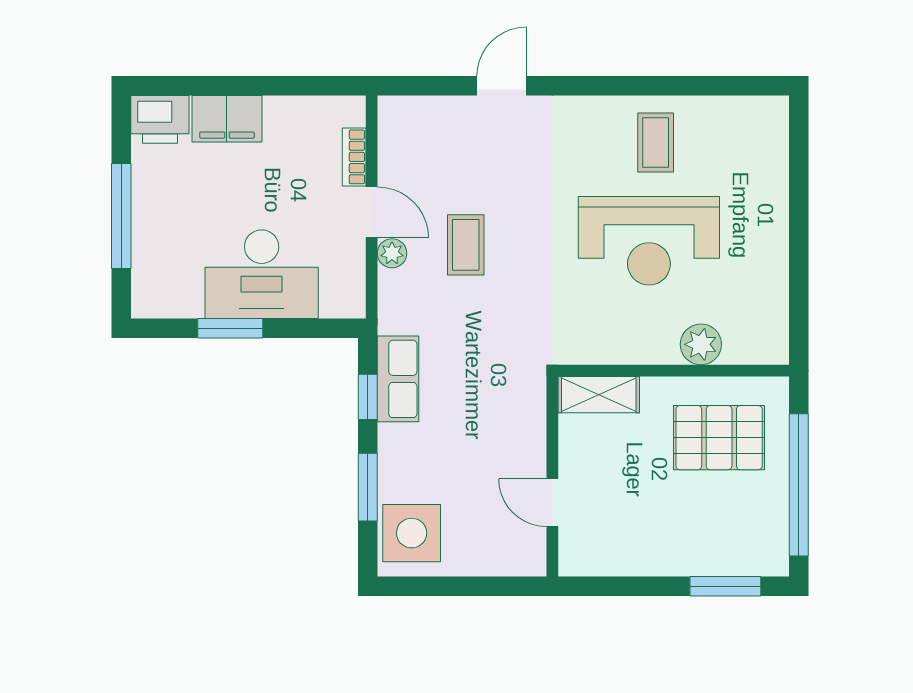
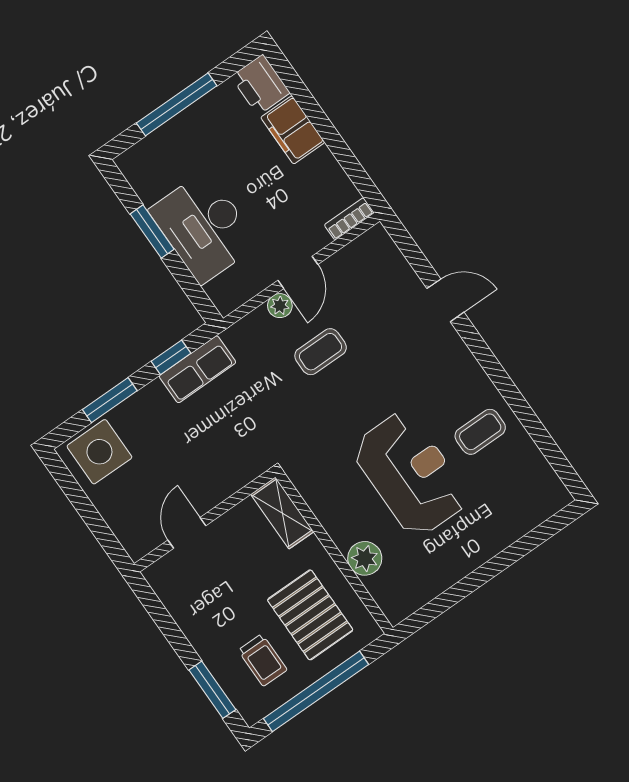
bookcase: (354, 157) -> (349, 219), moved
reception desk: (649, 241) -> (410, 474), turned 180
trolley: (731, 516) -> (263, 660), added

